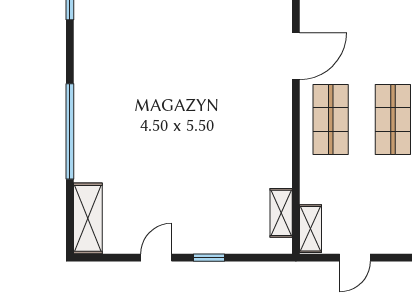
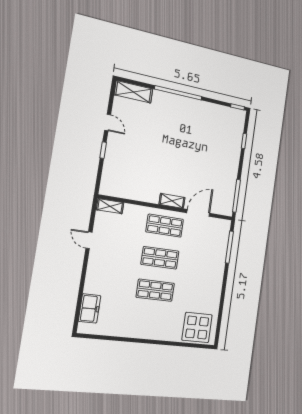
door: (296, 56) -> (198, 213), swing flipped
shelving: (281, 213) -> (172, 201), moved
door: (355, 258) -> (89, 240), moved

